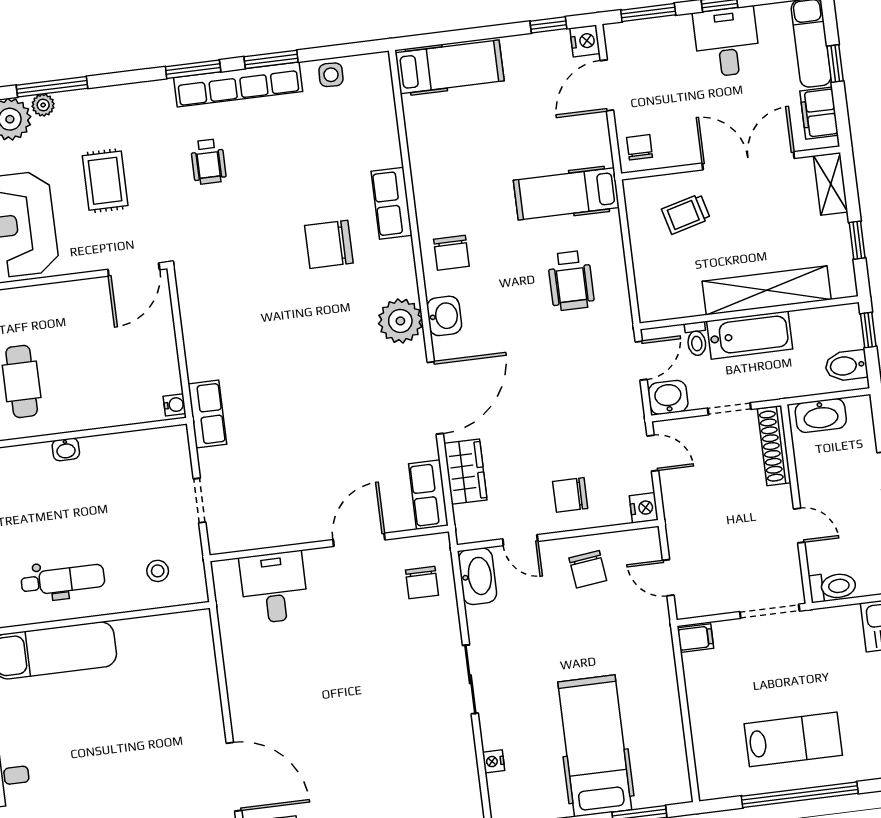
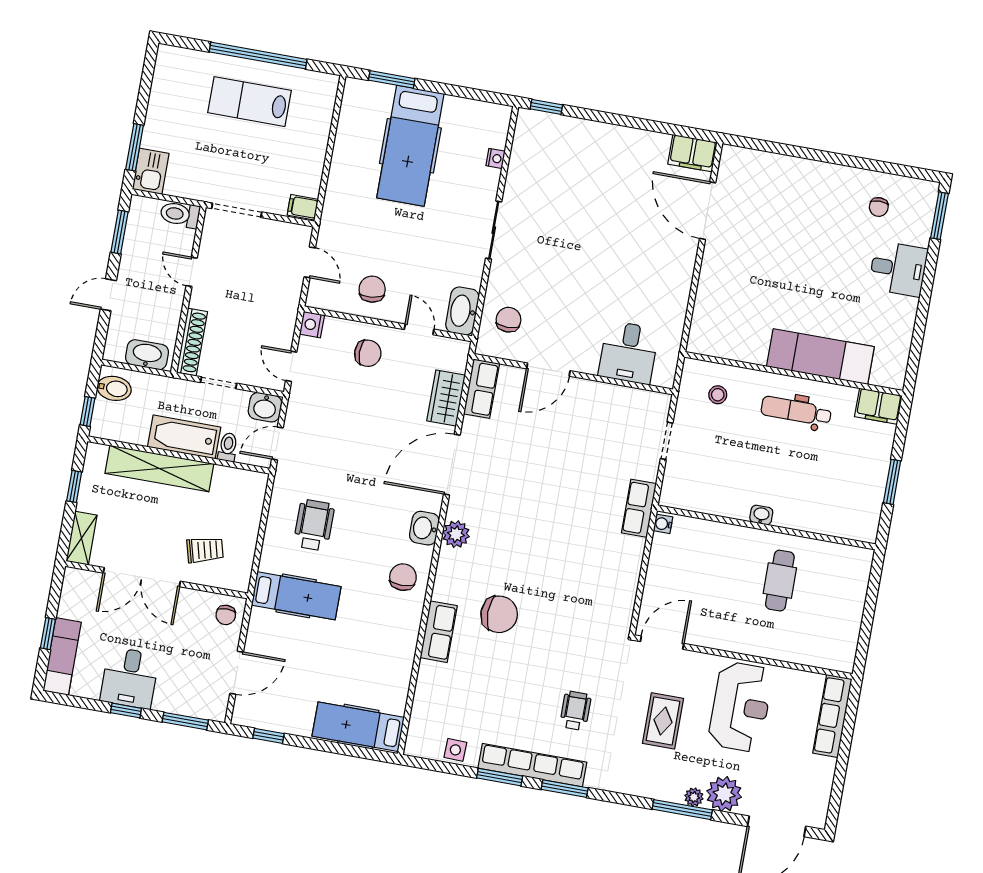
nightstand: (585, 41) -> (243, 714), removed
filing cabinet: (819, 113) -> (73, 598), removed
plant: (400, 321) -> (456, 534), width x0.73, depth x0.73

